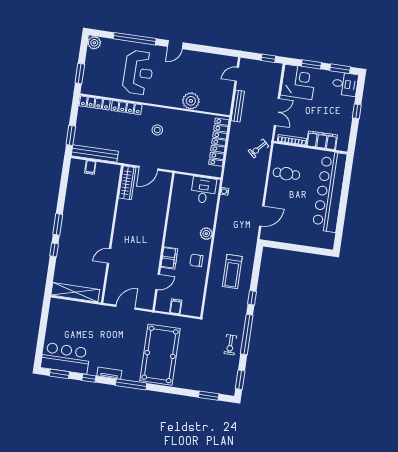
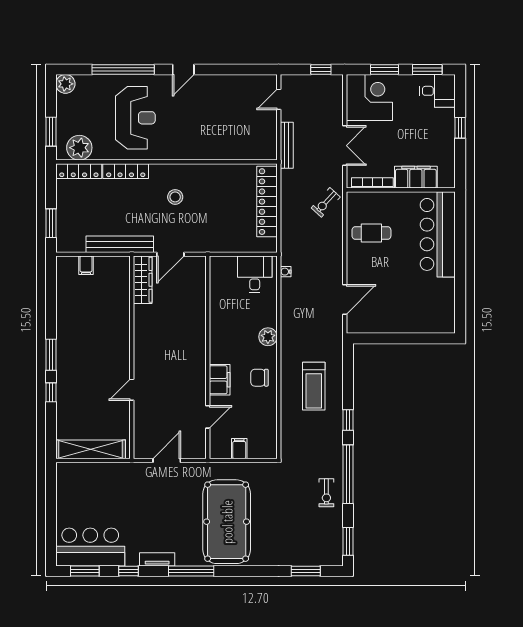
plant: (191, 101) -> (79, 148), moved
bench: (95, 153) -> (120, 244), moved
bar counter: (330, 192) -> (438, 234), width x0.73

